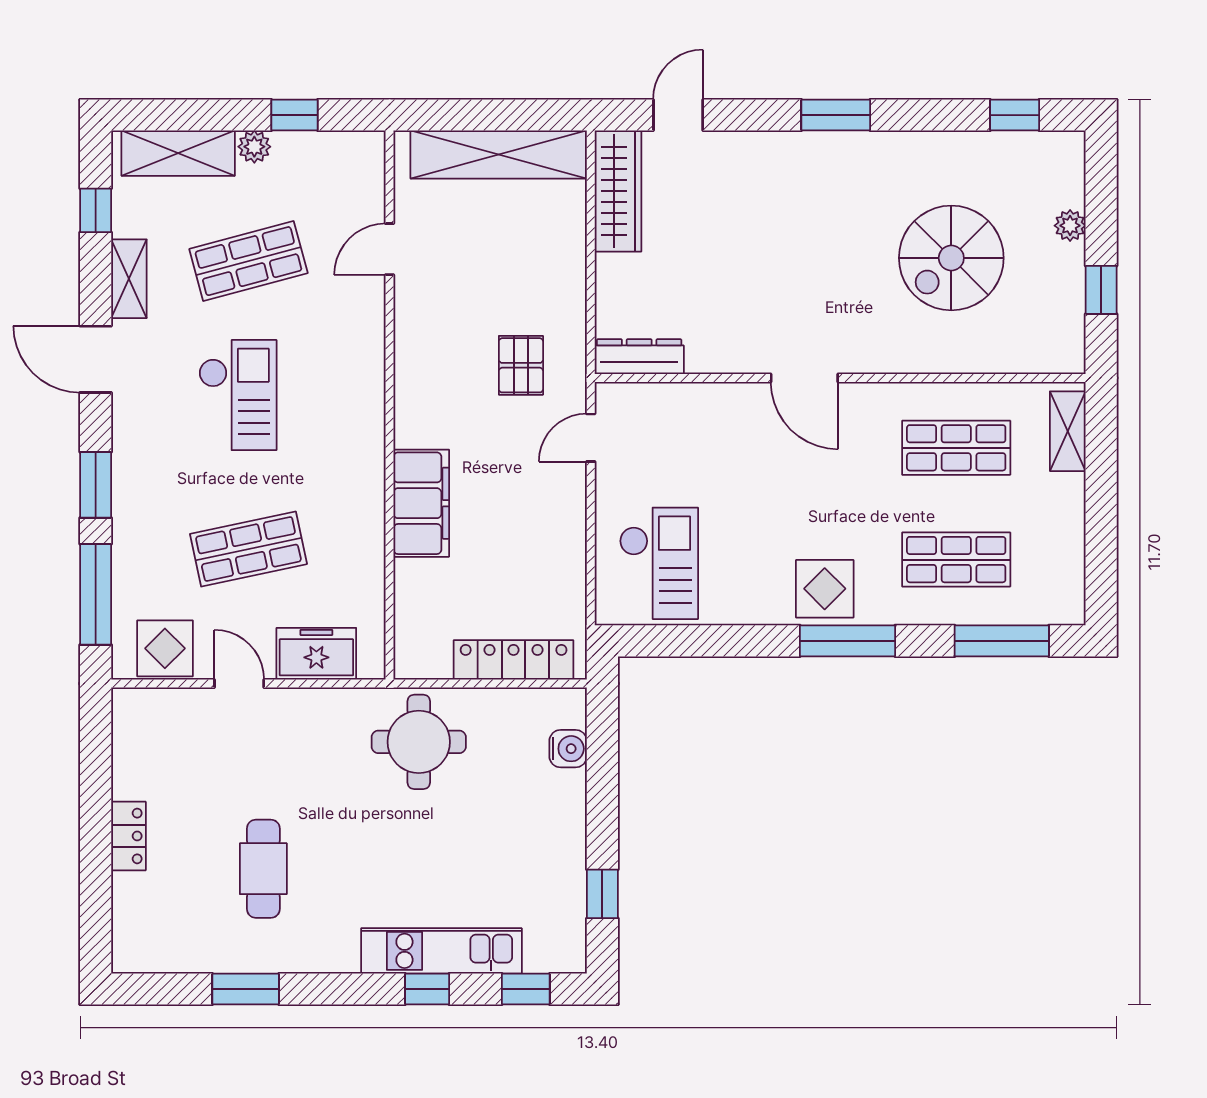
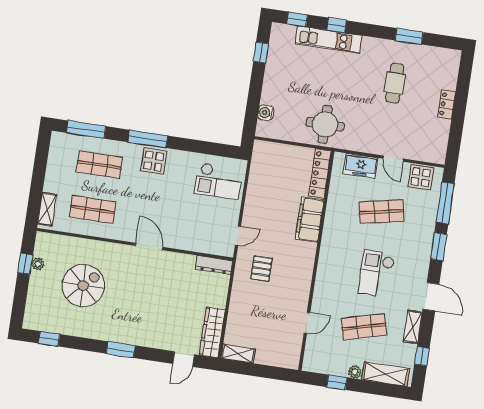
shelving: (499, 155) -> (238, 354), width x0.45, depth x0.75
plant: (1070, 226) -> (38, 264), moved
checkout: (659, 563) -> (218, 181), turned -90
locker: (514, 660) -> (320, 174), moved, turned 90

